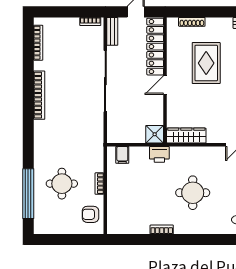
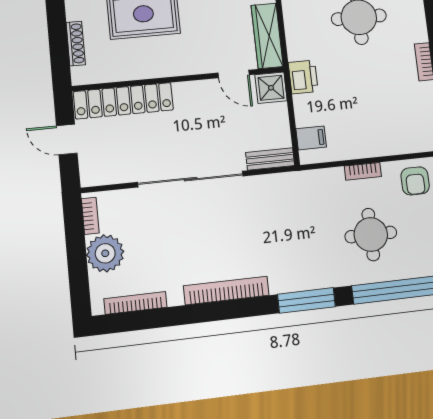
plant: (68, 28) -> (105, 253), added
bench: (112, 31) -> (270, 159), moved
door: (165, 85) -> (234, 74), moved
window: (28, 141) -> (306, 300), added

